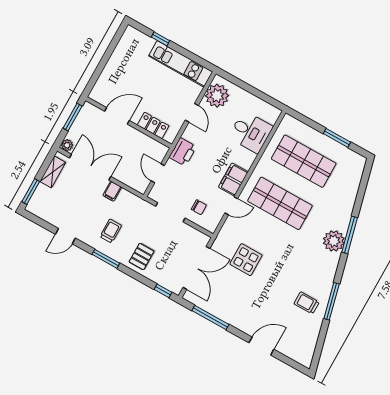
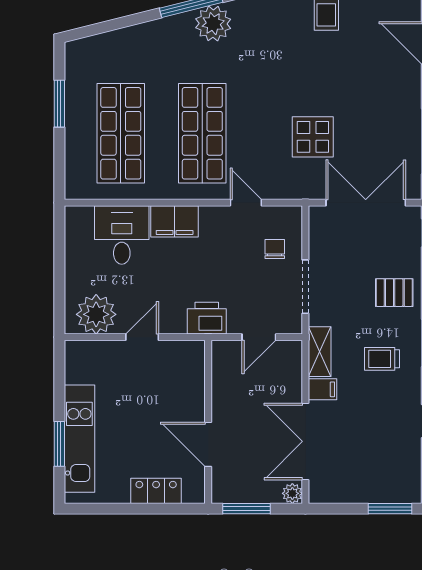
window: (161, 39) -> (59, 444), width x1.50
kitchen unit: (181, 64) -> (79, 439), moved
locker: (153, 125) -> (156, 491), moved, turned 90
shelving: (53, 172) -> (320, 352), moved, turned 90
filing cabinet: (233, 179) -> (175, 221), moved

